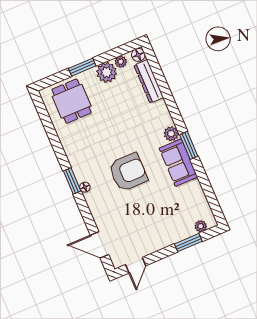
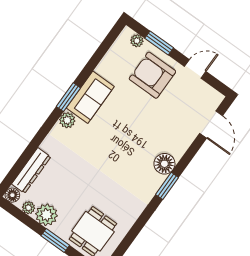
armchair: (128, 172) -> (152, 75), moved
floor lamp: (85, 187) -> (164, 164), width x1.89, depth x1.89
door: (136, 265) -> (195, 69), moved

